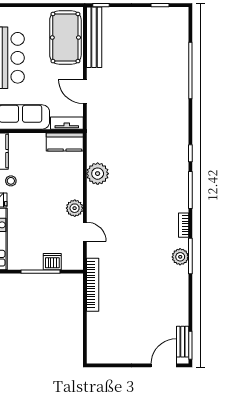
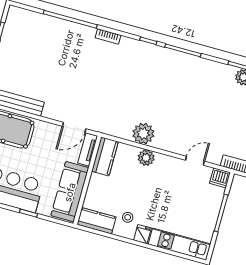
door: (85, 91) -> (74, 127), moved
plant: (75, 208) -> (146, 158), moved
bookcase: (184, 225) -> (108, 36), moved
dishwasher: (52, 262) -> (220, 178), moved, turned -90

